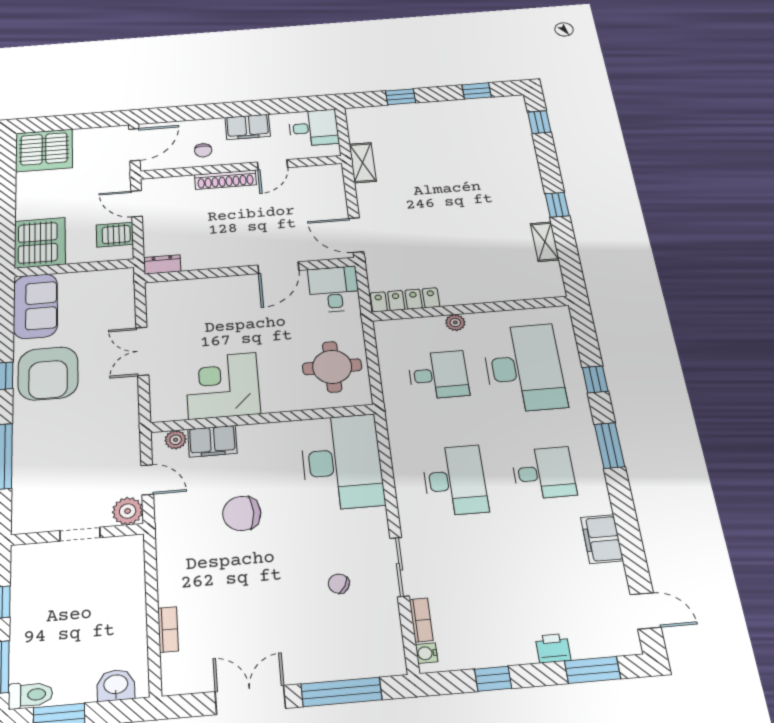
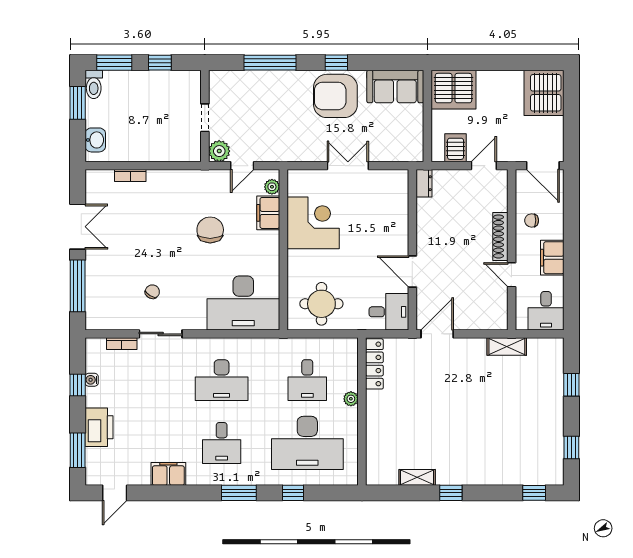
printer: (553, 648) -> (99, 427), width x1.87, depth x1.48
water cooler: (427, 653) -> (92, 380), moved, turned -90

